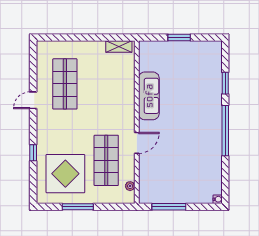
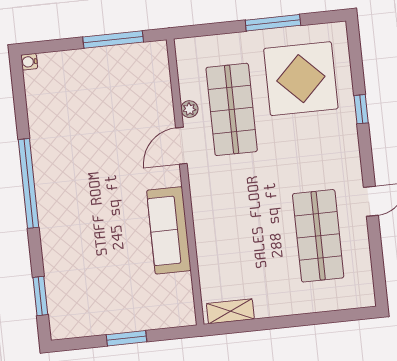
window: (225, 83) -> (40, 296), moved
plant: (130, 186) -> (189, 109), moved

